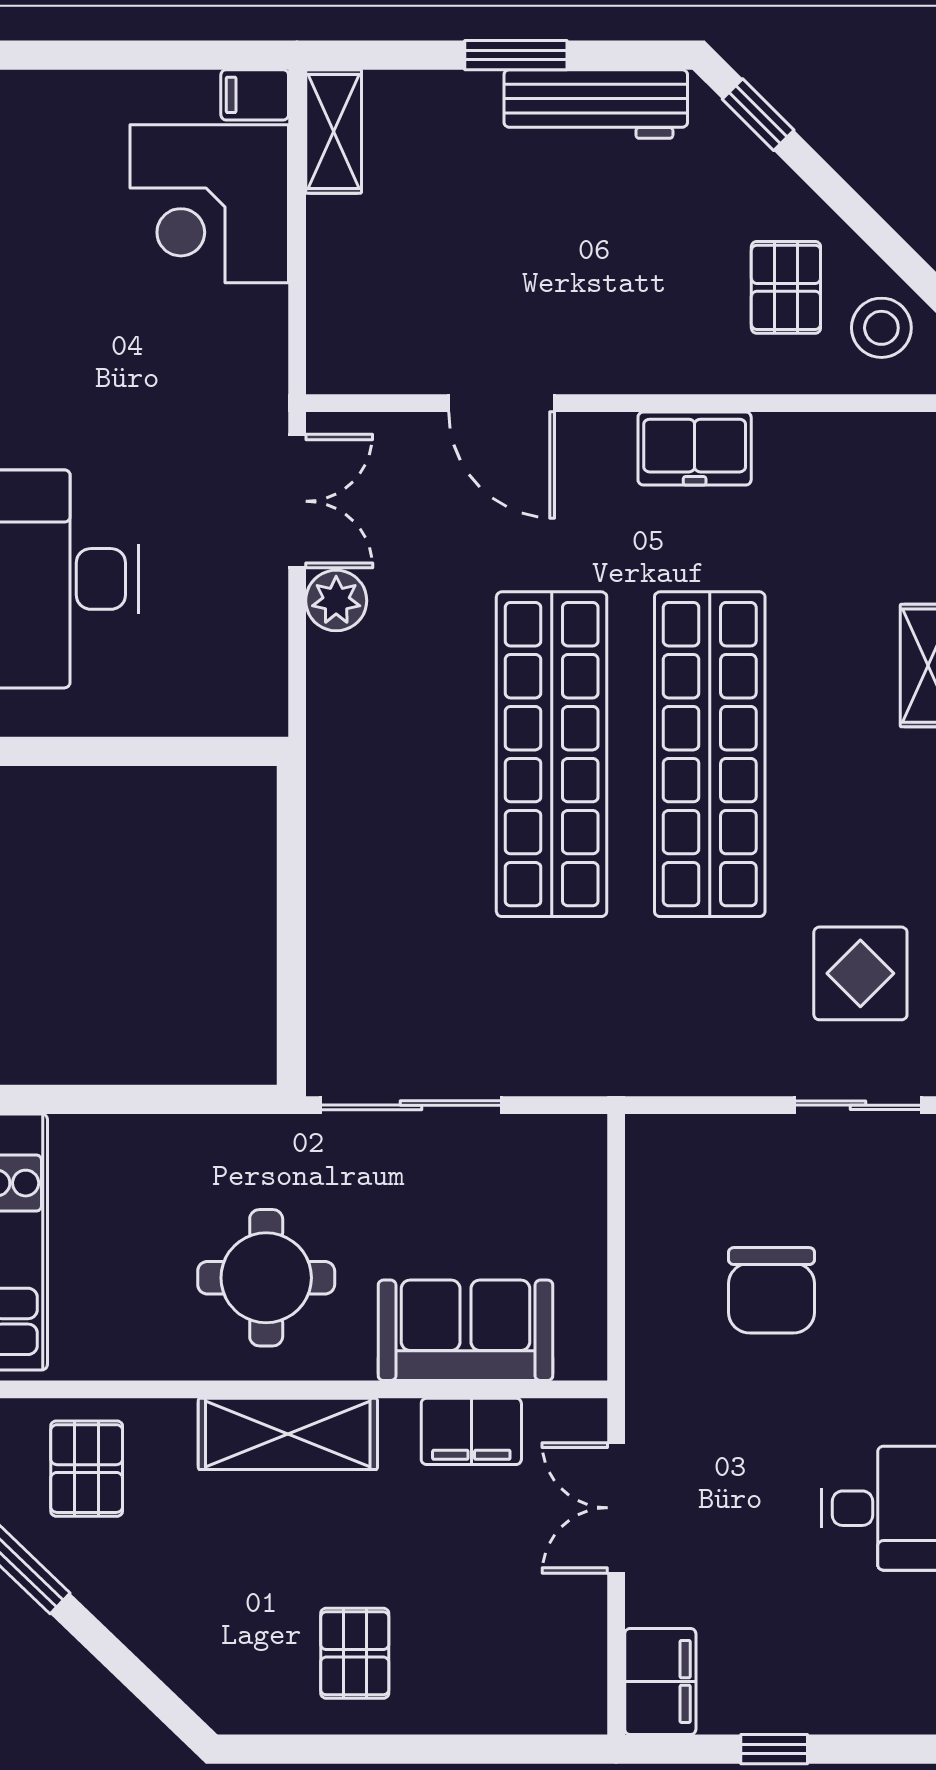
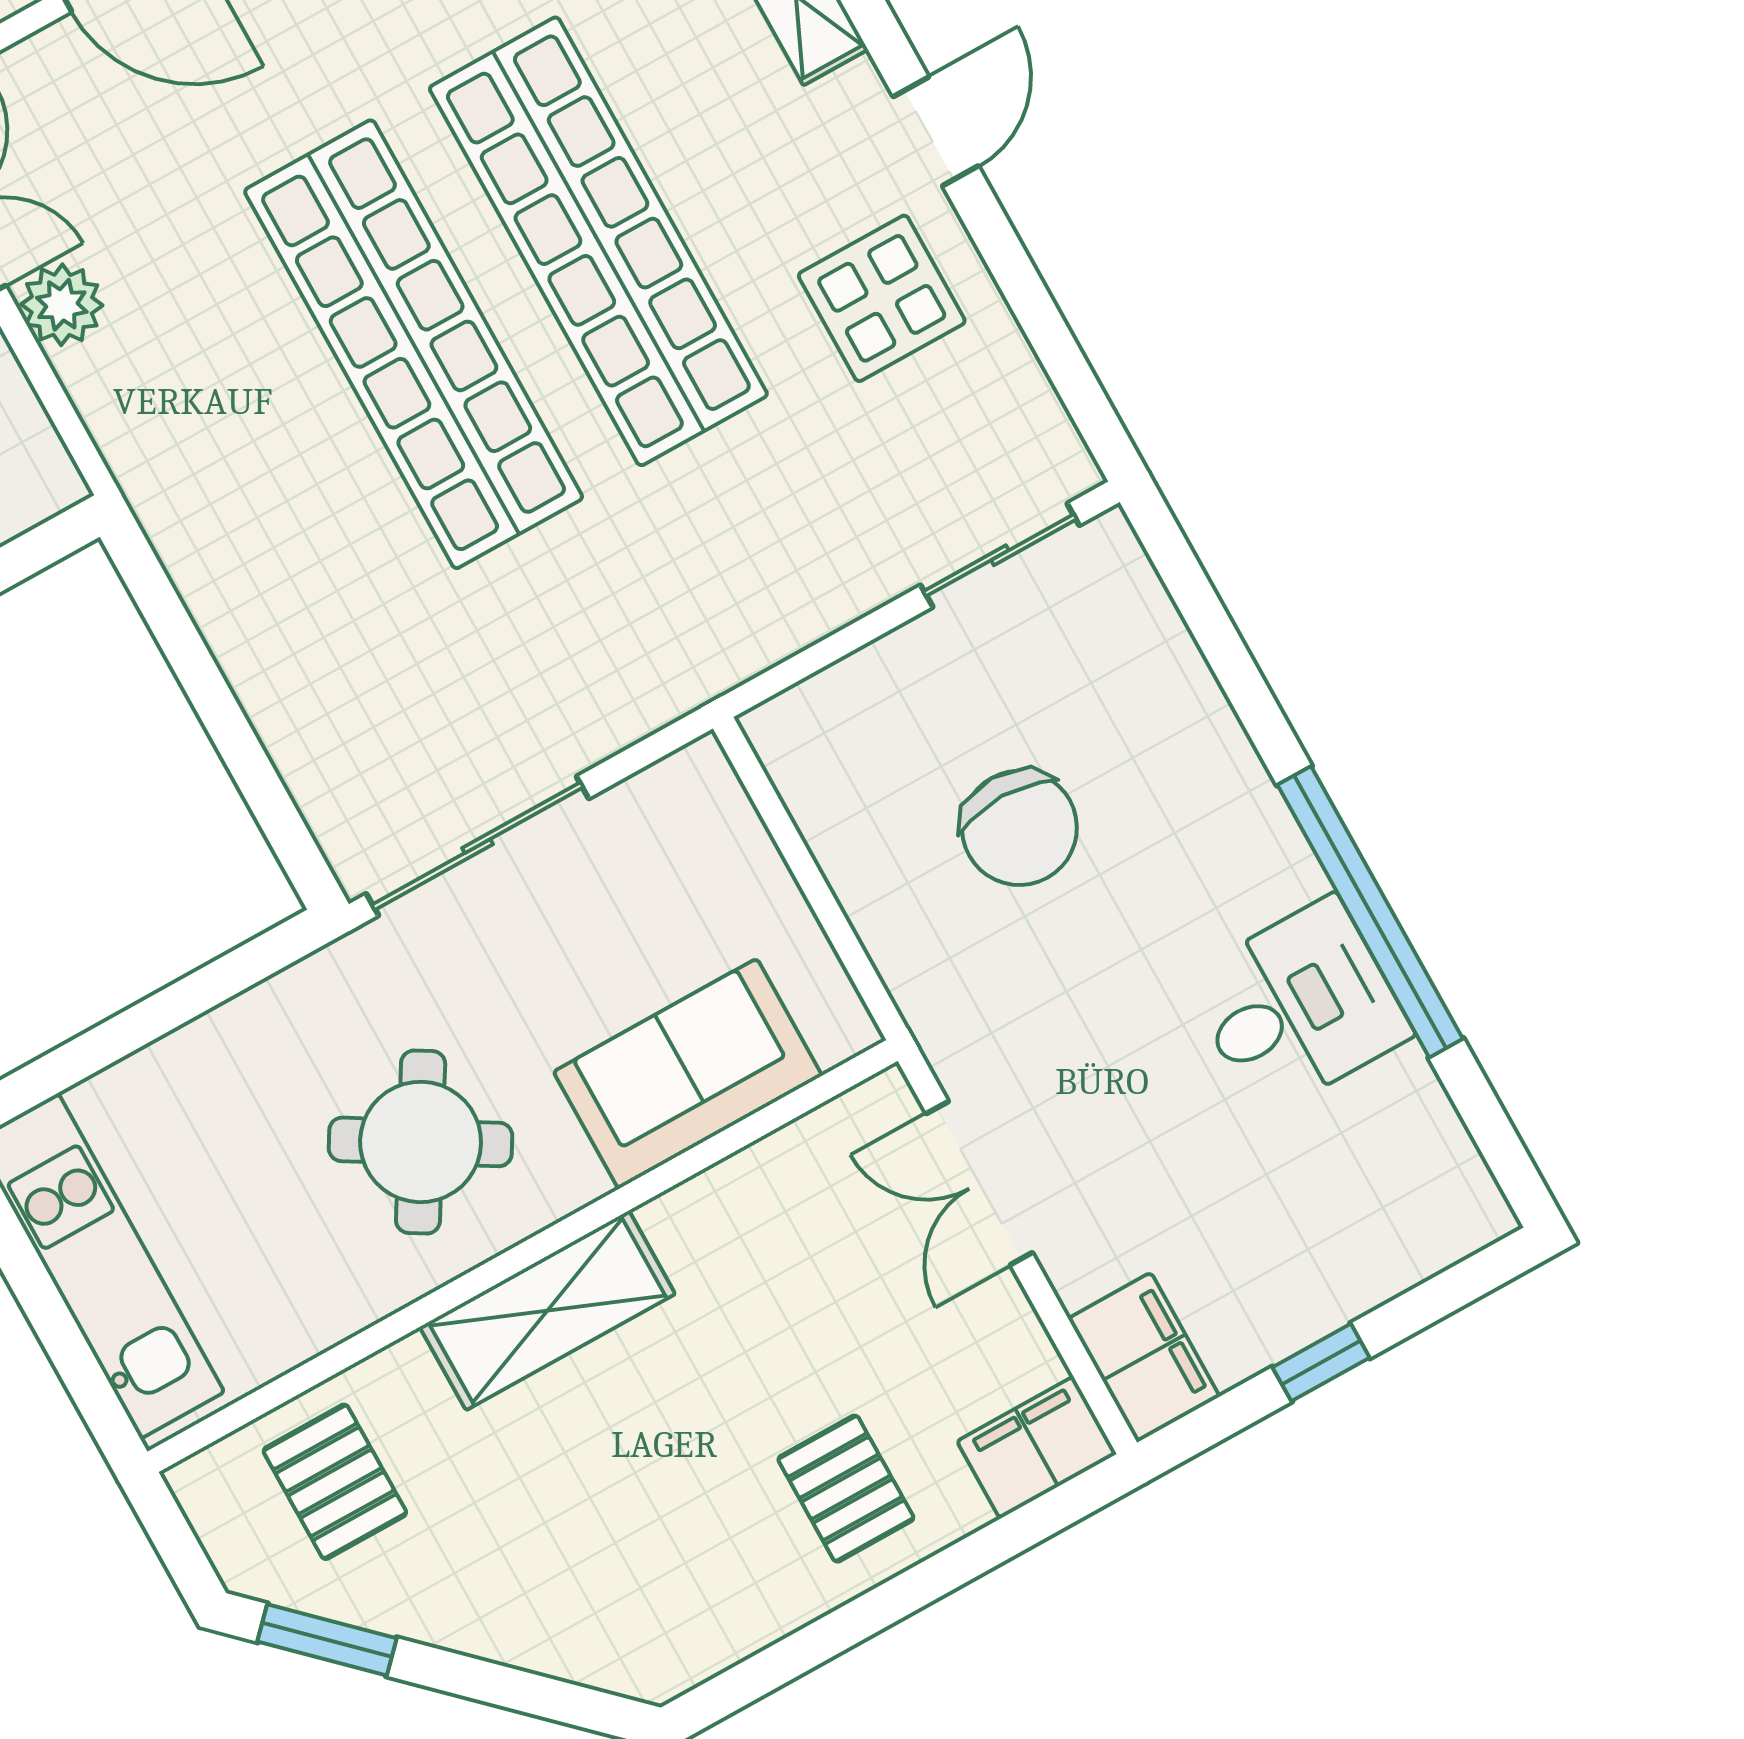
display table: (860, 973) -> (882, 298), moved
round table: (266, 1278) -> (421, 1142), turned 31
filing cabinet: (471, 1431) -> (1037, 1448), moved, turned 180
pallet: (355, 1653) -> (846, 1489), moved

